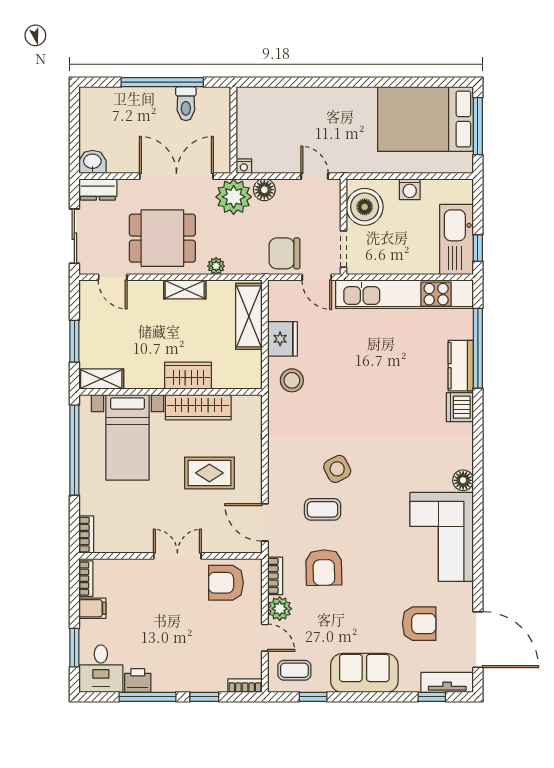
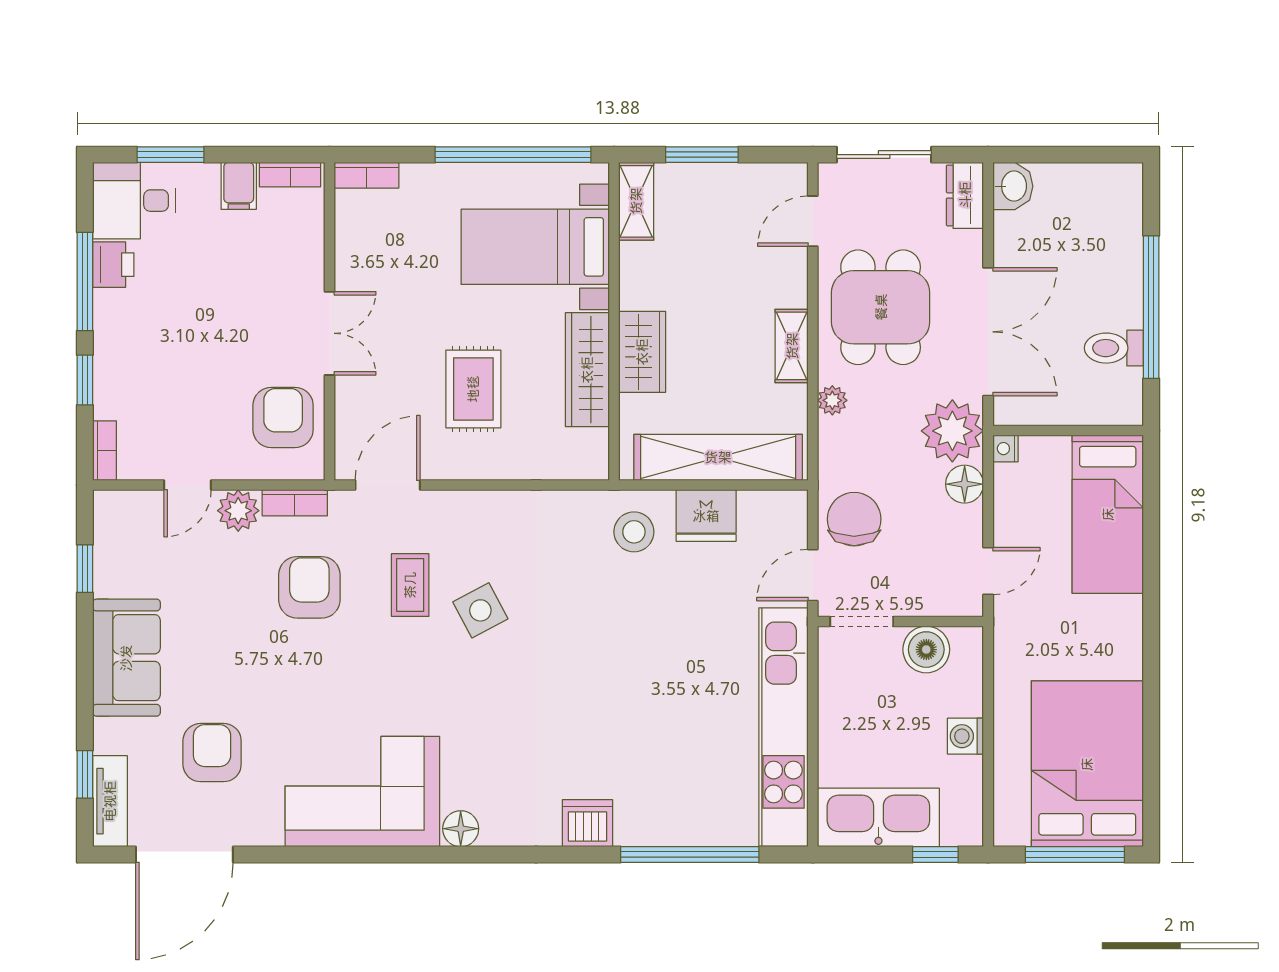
bed: (282, 107) -> (1108, 514), added
boiler: (365, 207) -> (926, 650), width x0.73, depth x0.73
window: (478, 248) -> (935, 855), moved
shelving: (249, 316) -> (718, 457), width x1.47
kitchen counter: (461, 366) -> (659, 825), removed
armchair: (324, 568) -> (309, 587), turned 91
armchair: (419, 624) -> (212, 753), turned 180
coffee table: (294, 670) -> (131, 536), removed

